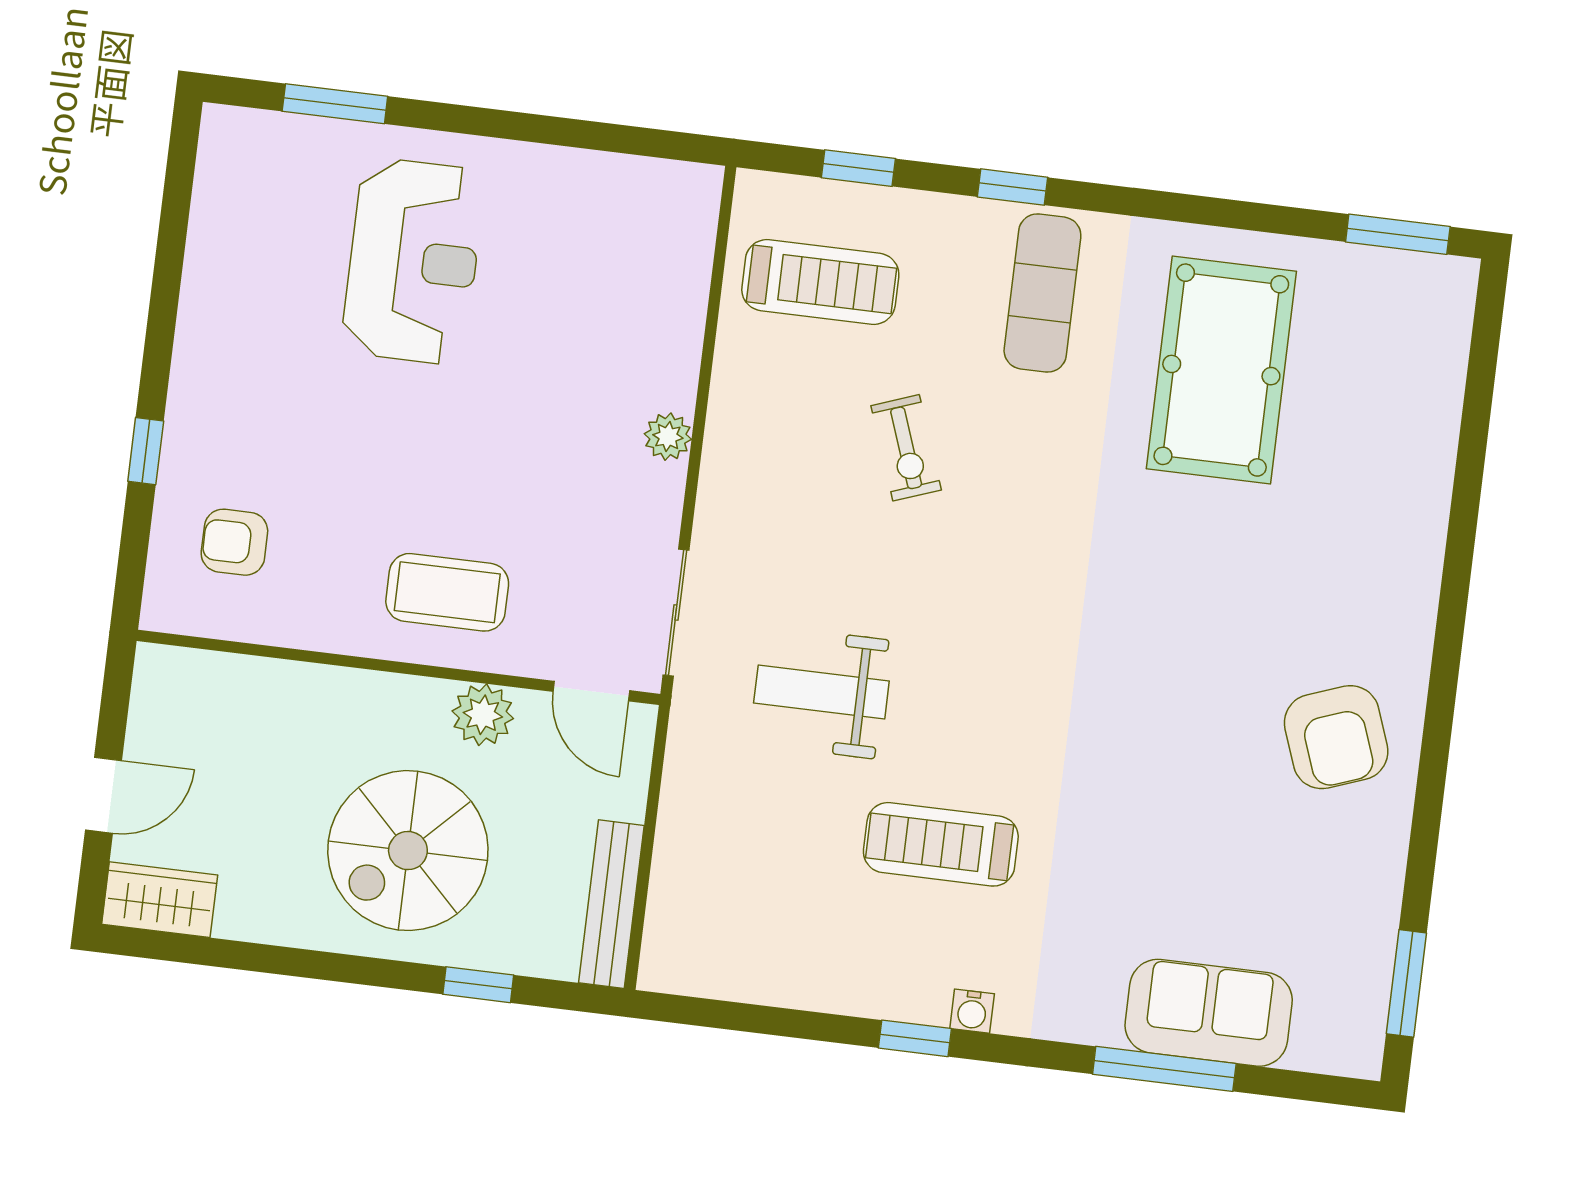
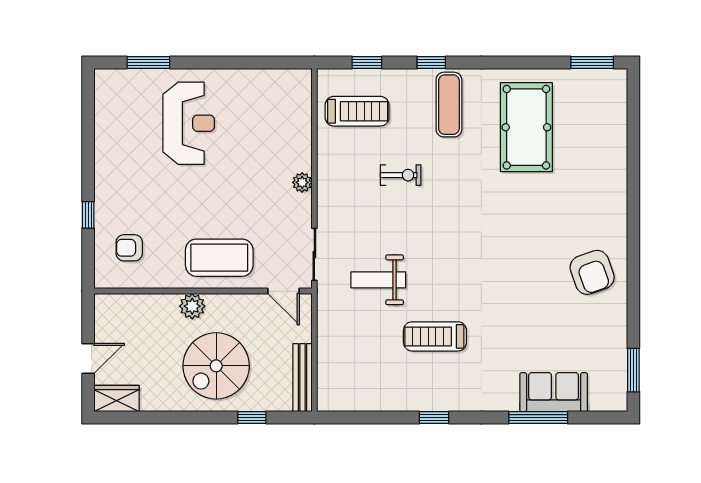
exercise bike: (906, 448) -> (401, 175), turned -70
coffee table: (447, 592) -> (219, 258), width x1.36, depth x1.32
plant: (483, 715) -> (192, 306), moved
water cooler: (972, 1011) -> (456, 403), removed

